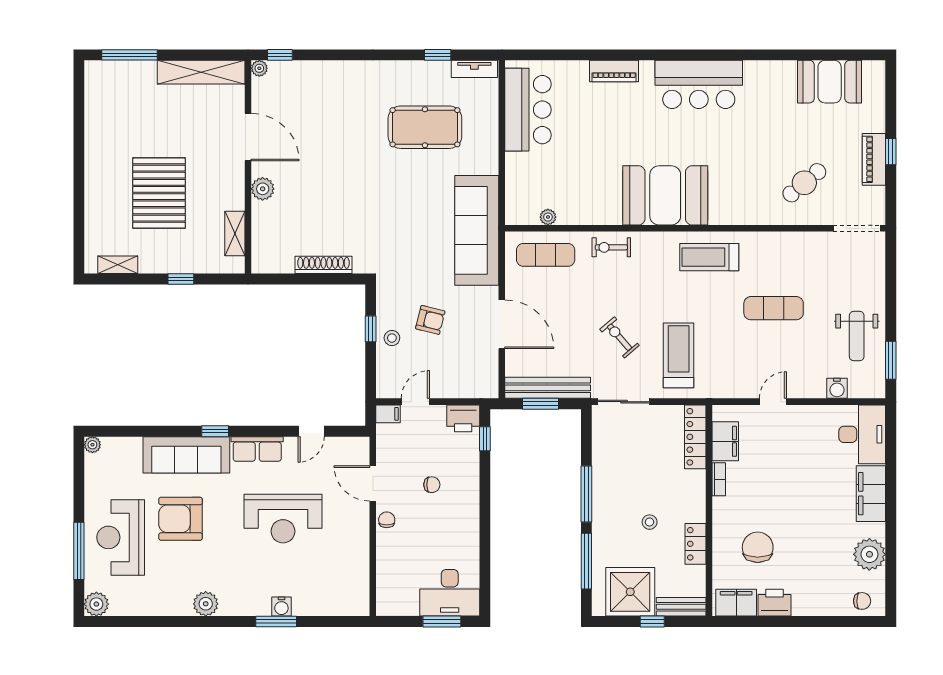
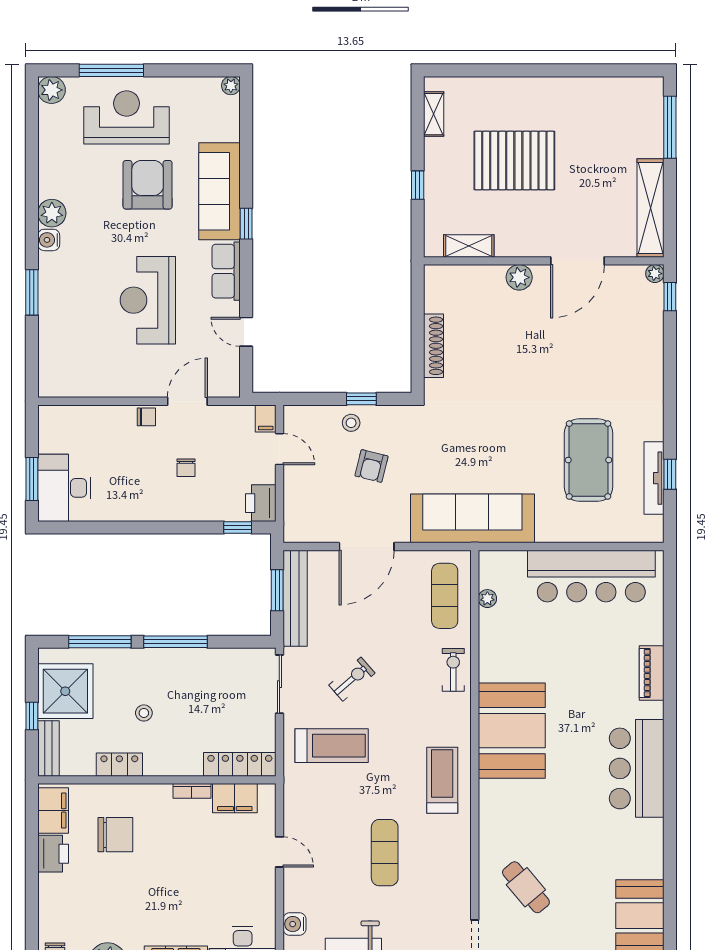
tv unit: (474, 69) -> (654, 478), moved, width x1.41
bar counter: (528, 110) -> (591, 576), width x1.36
water cooler: (281, 607) -> (49, 240), moved

